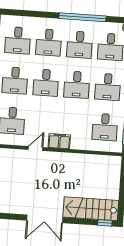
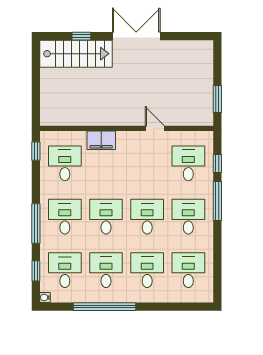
filing cabinet: (59, 141) -> (101, 140), moved
door: (36, 148) -> (155, 128), swing flipped
window: (105, 223) -> (81, 36), moved

